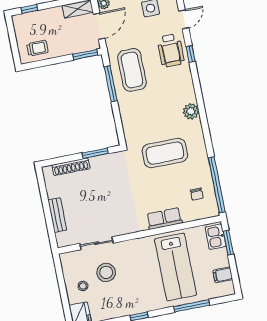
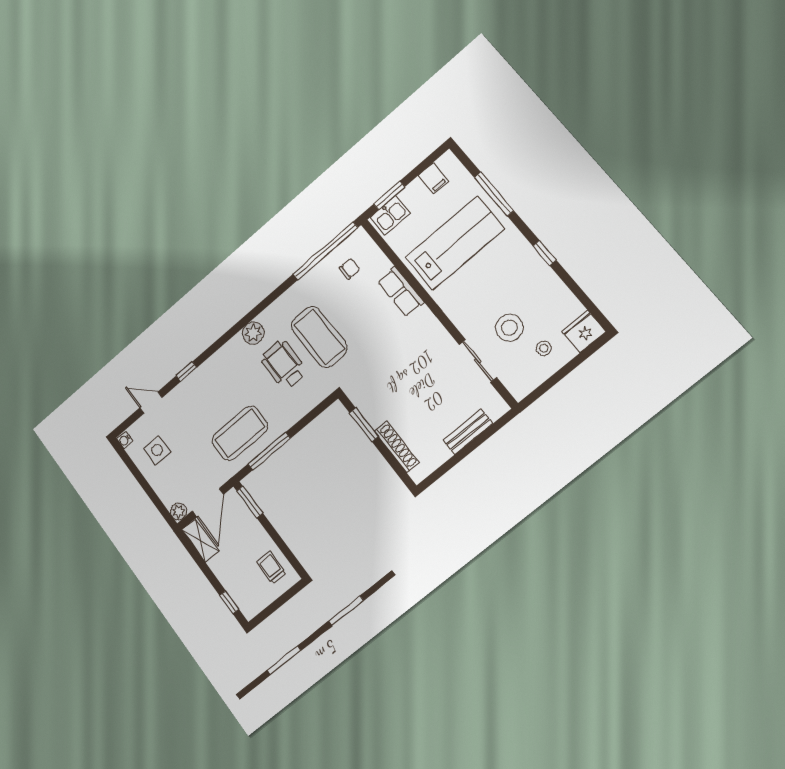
door: (99, 26) -> (208, 503), swing flipped
wheelchair: (171, 50) -> (284, 365), moved, turned -90

